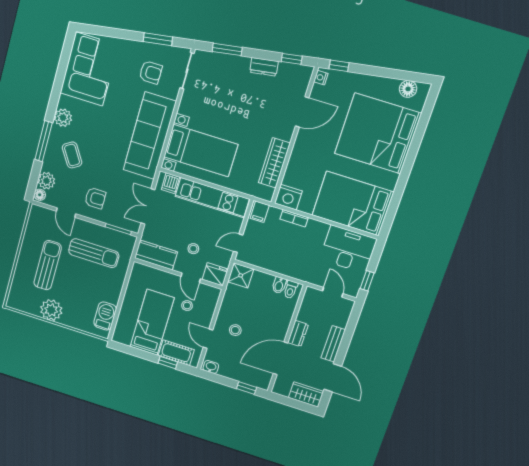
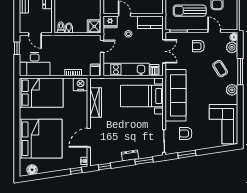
dresser: (264, 67) -> (130, 156), moved

